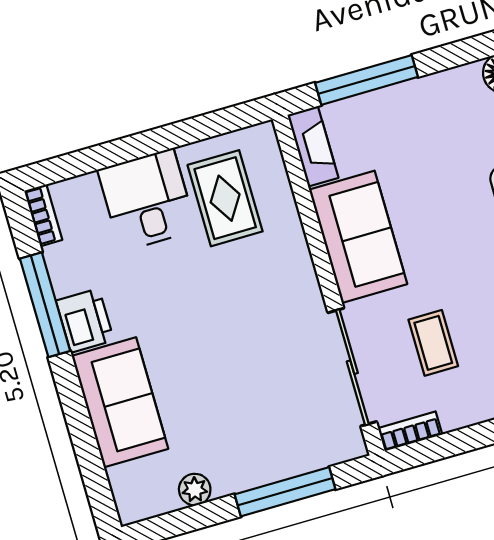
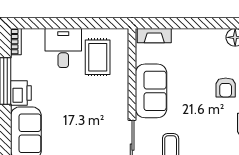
window: (366, 80) -> (175, 23), removed
fireplace: (313, 146) -> (154, 36), moved, turned 90

